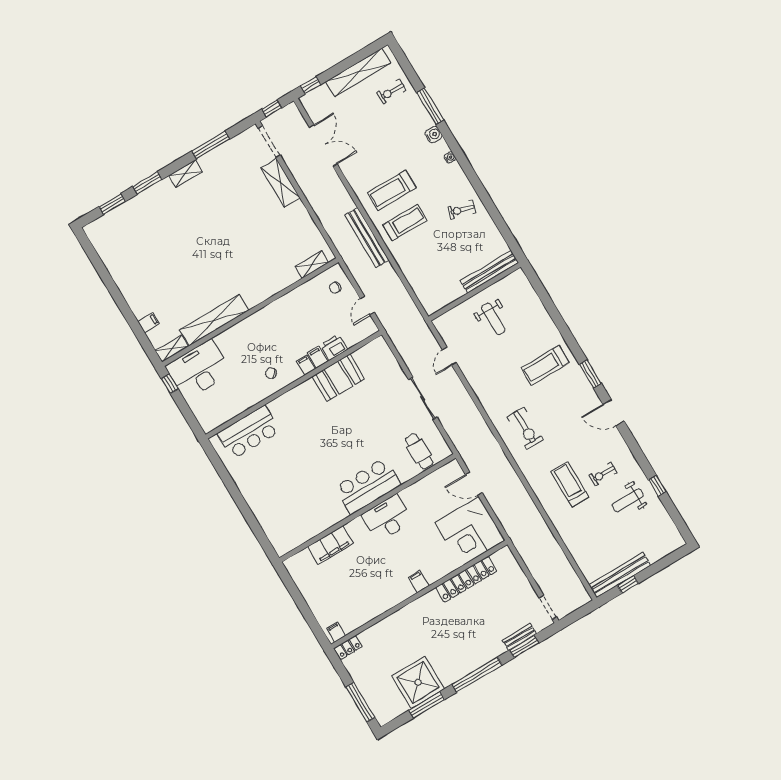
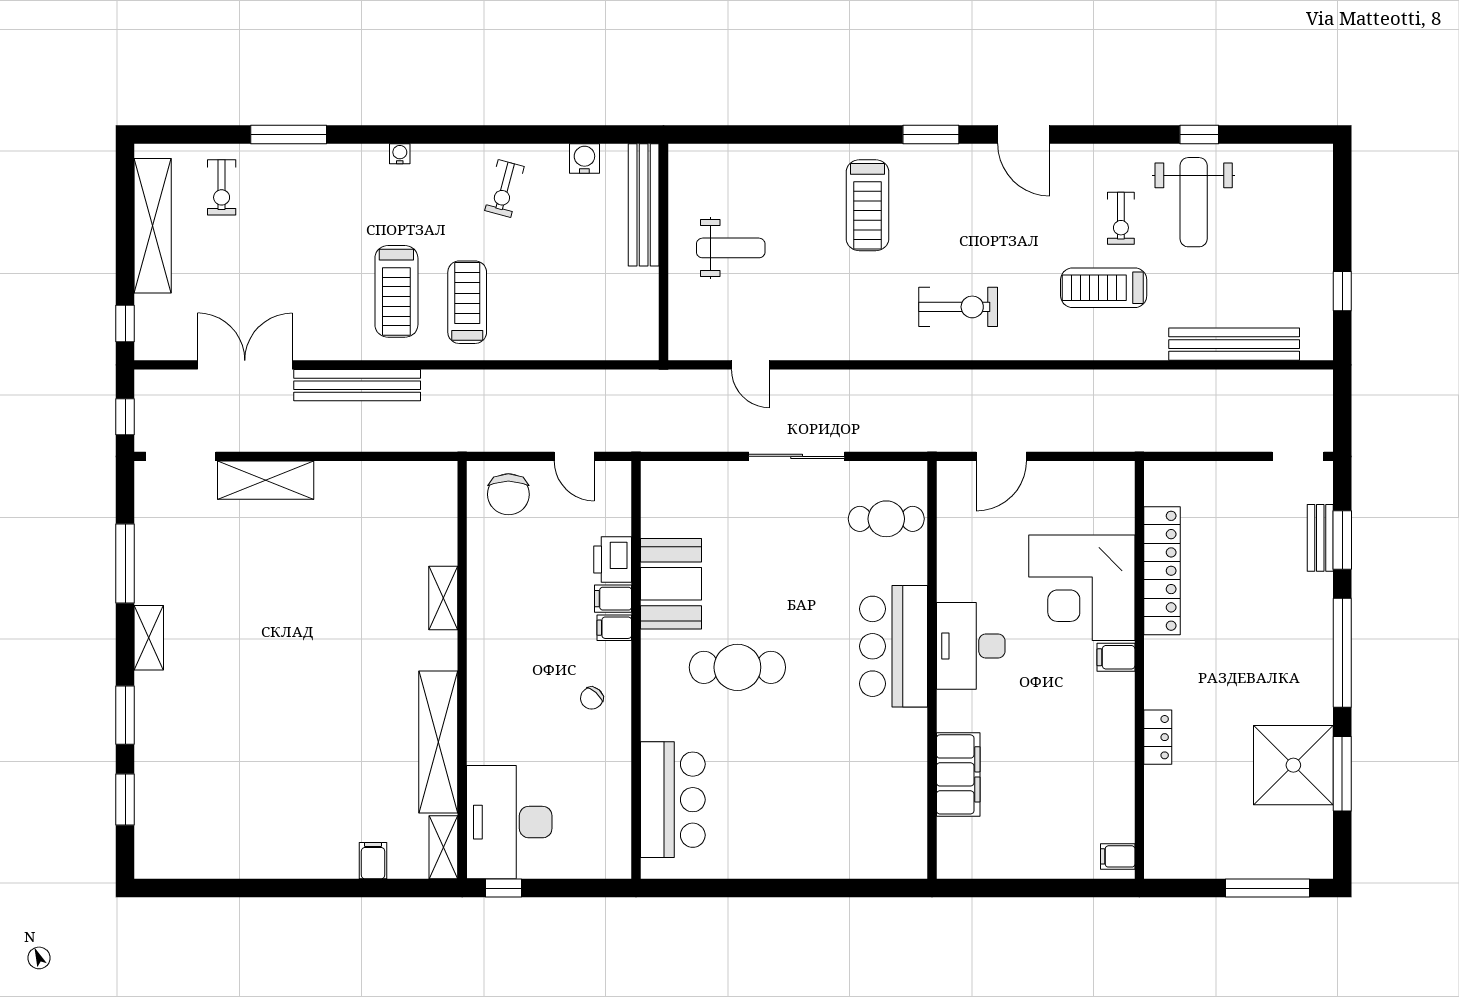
water cooler: (434, 135) -> (584, 159), moved
bench: (367, 237) -> (357, 385), moved
shelving: (312, 264) -> (443, 598), moved
chair: (335, 288) -> (508, 494), width x1.87, depth x1.87
door: (614, 413) -> (1024, 135), hinge flipped
cafe table: (320, 426) -> (737, 667), added
weight bench: (628, 500) -> (1194, 202), width x1.36, depth x1.33
corner desk: (470, 532) -> (1082, 588), moved, turned 90
bench: (620, 575) -> (1234, 344), moved, turned 90
locker: (348, 647) -> (1158, 737), moved

